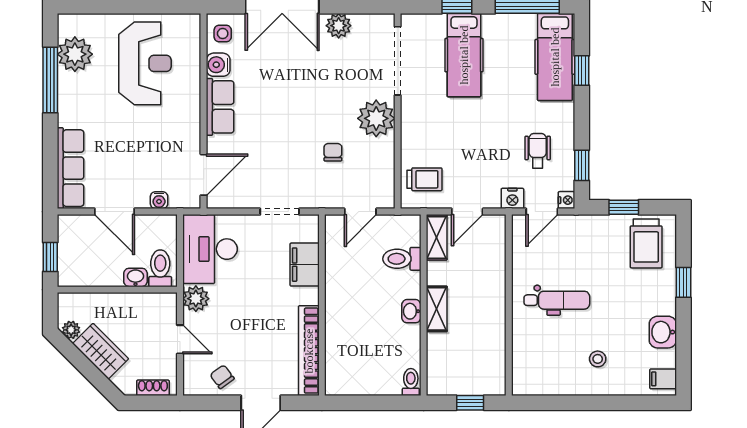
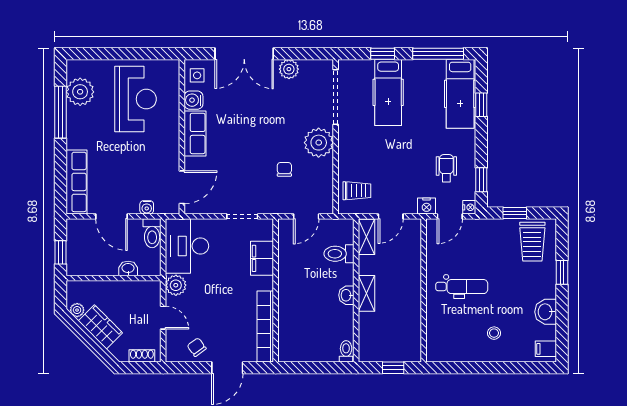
toilet: (160, 268) -> (152, 233), moved, turned 180

